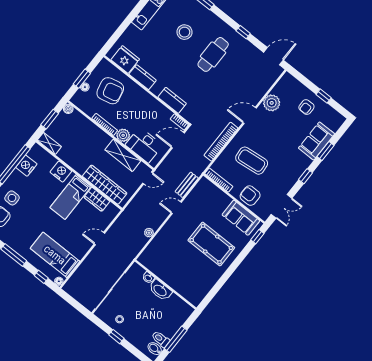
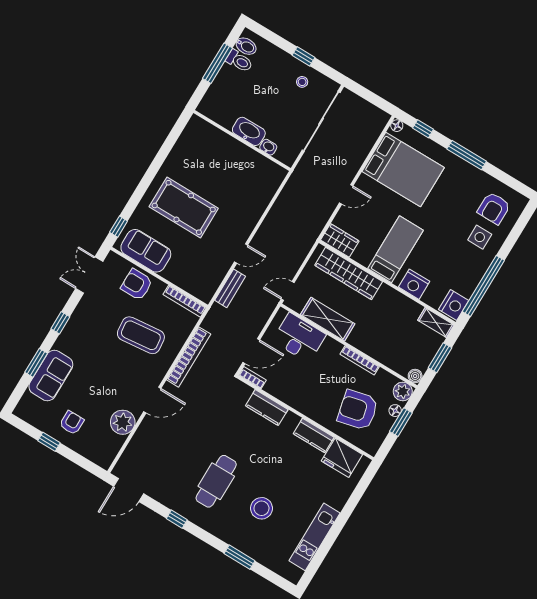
plant: (123, 135) -> (403, 391), moved
nightstand: (26, 166) -> (454, 305), moved
armchair: (250, 196) -> (137, 285), turned 180
wardrobe: (97, 199) -> (340, 240), moved
plant: (149, 233) -> (276, 212), removed
bed: (55, 255) -> (403, 170), width x1.50

